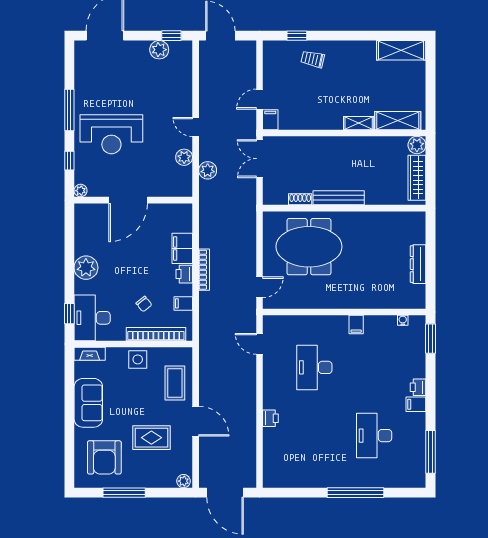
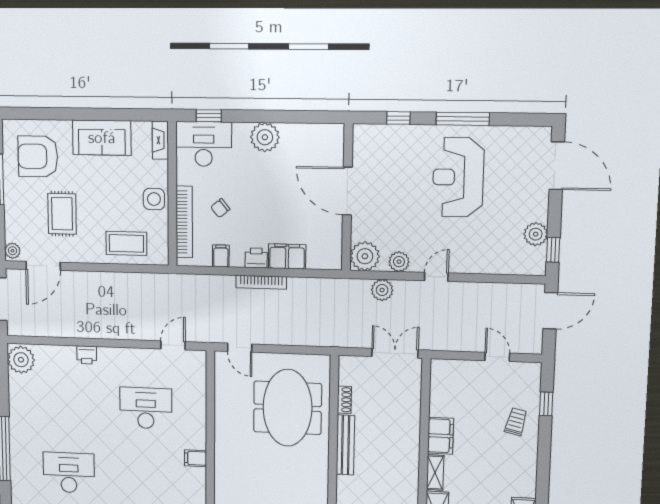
door: (260, 99) -> (497, 357), moved
filing cabinet: (270, 120) -> (440, 436), moved, width x2.00
reception desk: (111, 134) -> (458, 177), moved
plant: (81, 191) -> (365, 256), moved, width x1.88, depth x1.88
door: (196, 421) -> (43, 266), moved
plant: (277, 476) -> (21, 360), added

